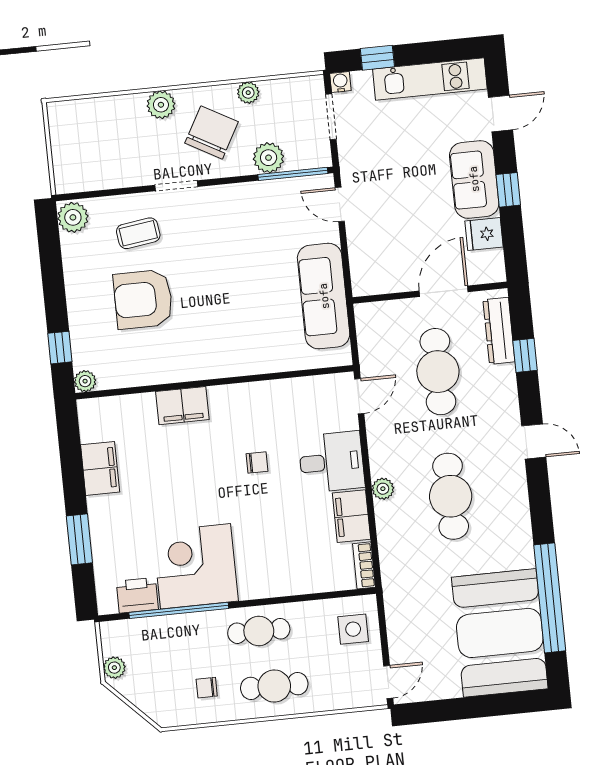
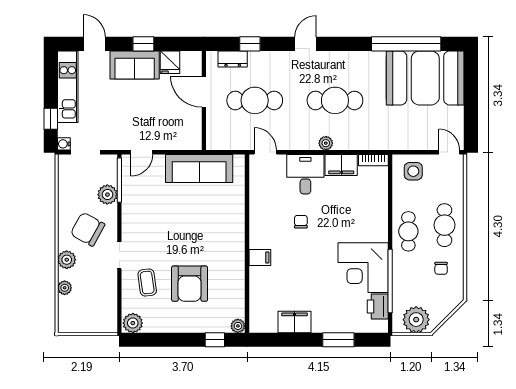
plant: (248, 93) -> (65, 288), moved
dresser: (499, 331) -> (233, 59), width x0.70
filing cabinet: (182, 406) -> (260, 257), width x0.50
plant: (114, 668) -> (416, 320), width x1.88, depth x1.88

